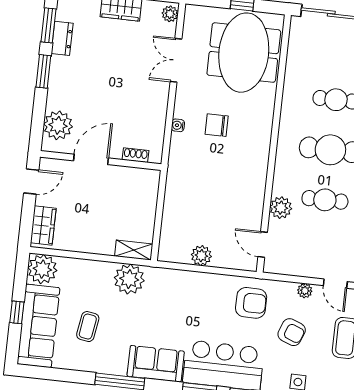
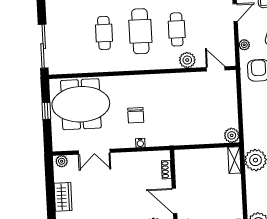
door: (263, 244) -> (216, 69), swing flipped
plant: (201, 256) -> (232, 135), moved
plant: (305, 291) -> (244, 45), moved

